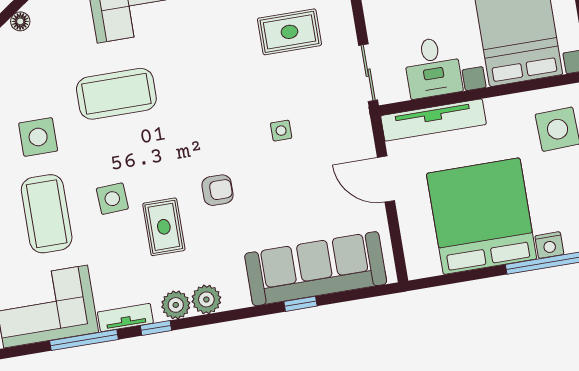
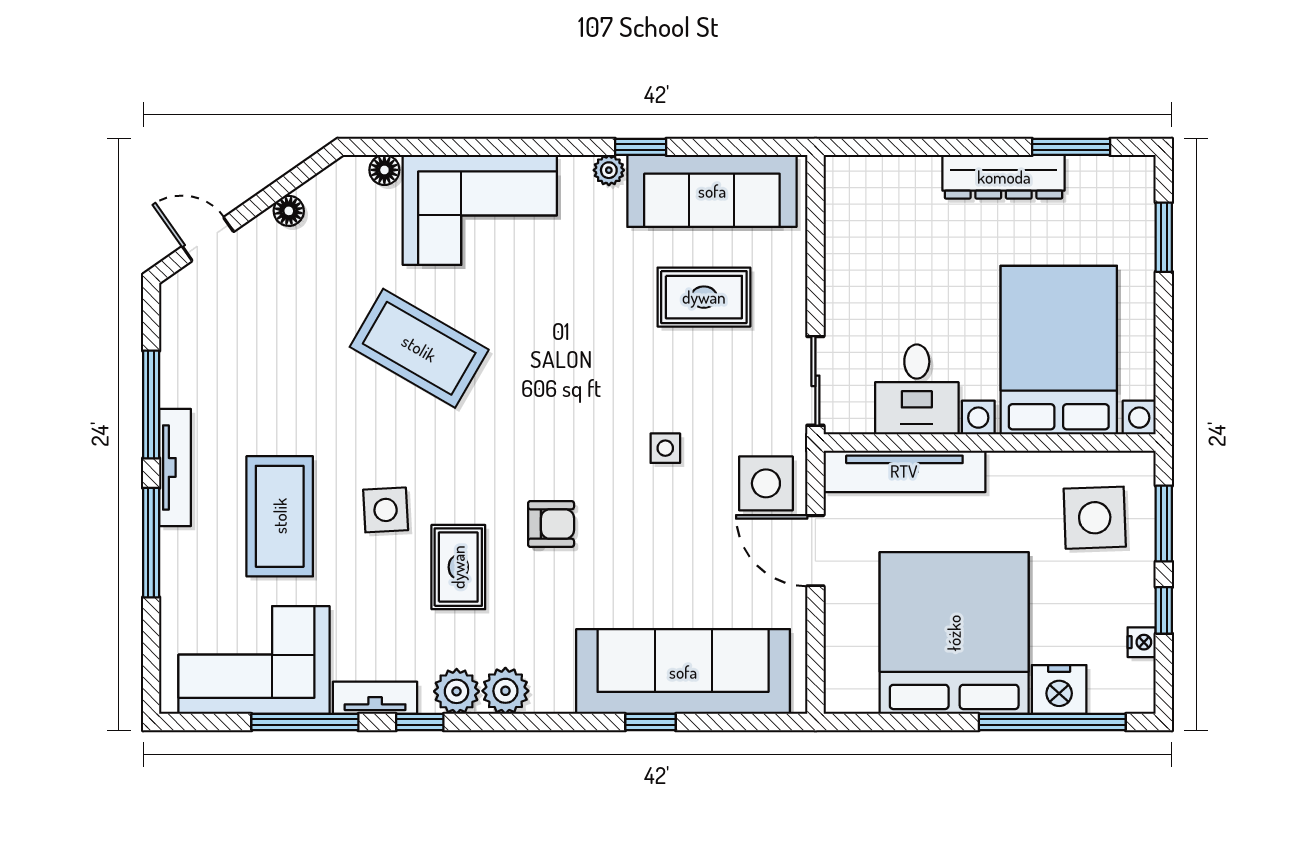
coffee table: (116, 94) -> (419, 348), turned 30
side table: (38, 137) -> (766, 483), moved
nightstand: (549, 245) -> (1059, 689), width x1.36, depth x1.33

